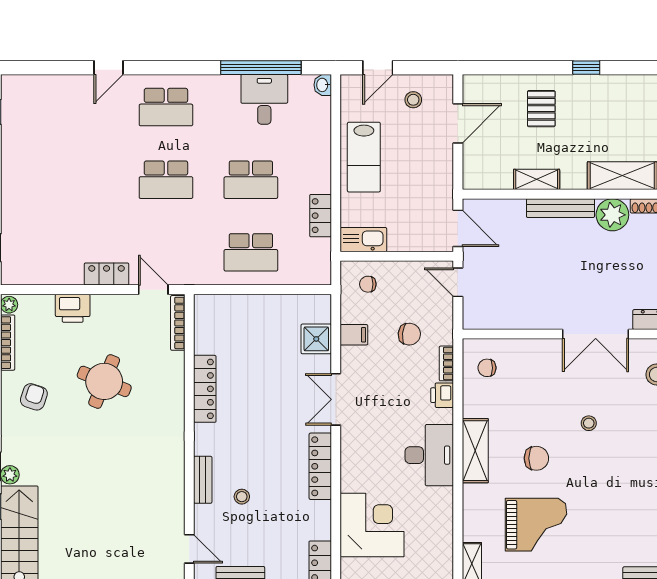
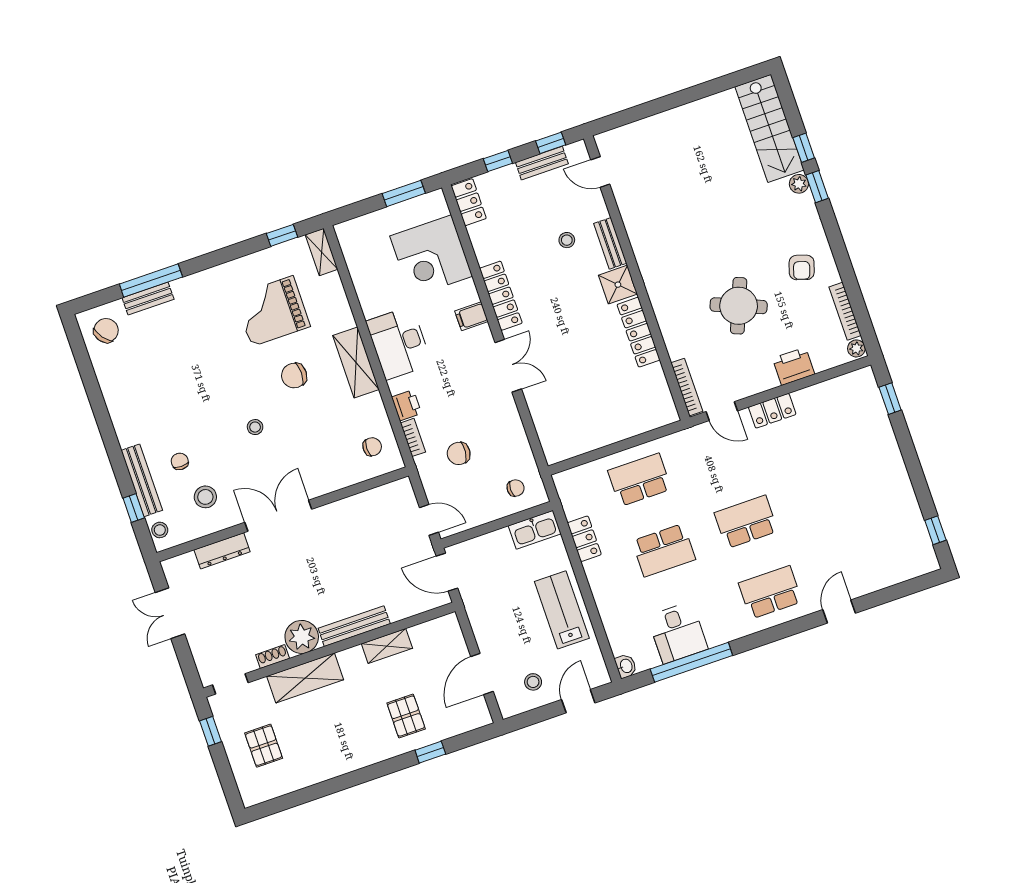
window: (586, 68) -> (430, 752), moved
school desk: (251, 180) -> (664, 550), turned 180
filing cabinet: (354, 335) -> (471, 316), moved
shower: (316, 339) -> (618, 285), moved

